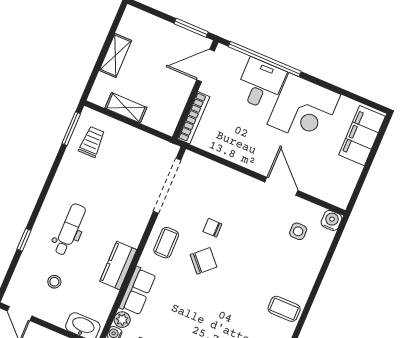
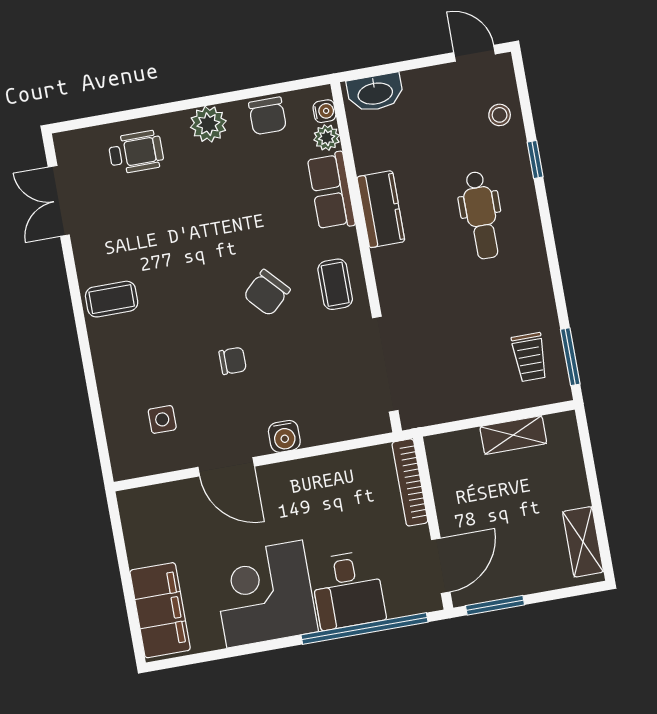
shelving: (115, 55) -> (583, 542), moved
water cooler: (331, 220) -> (284, 436), moved
chair: (212, 228) -> (233, 361), moved
stool: (54, 282) -> (500, 115), moved

